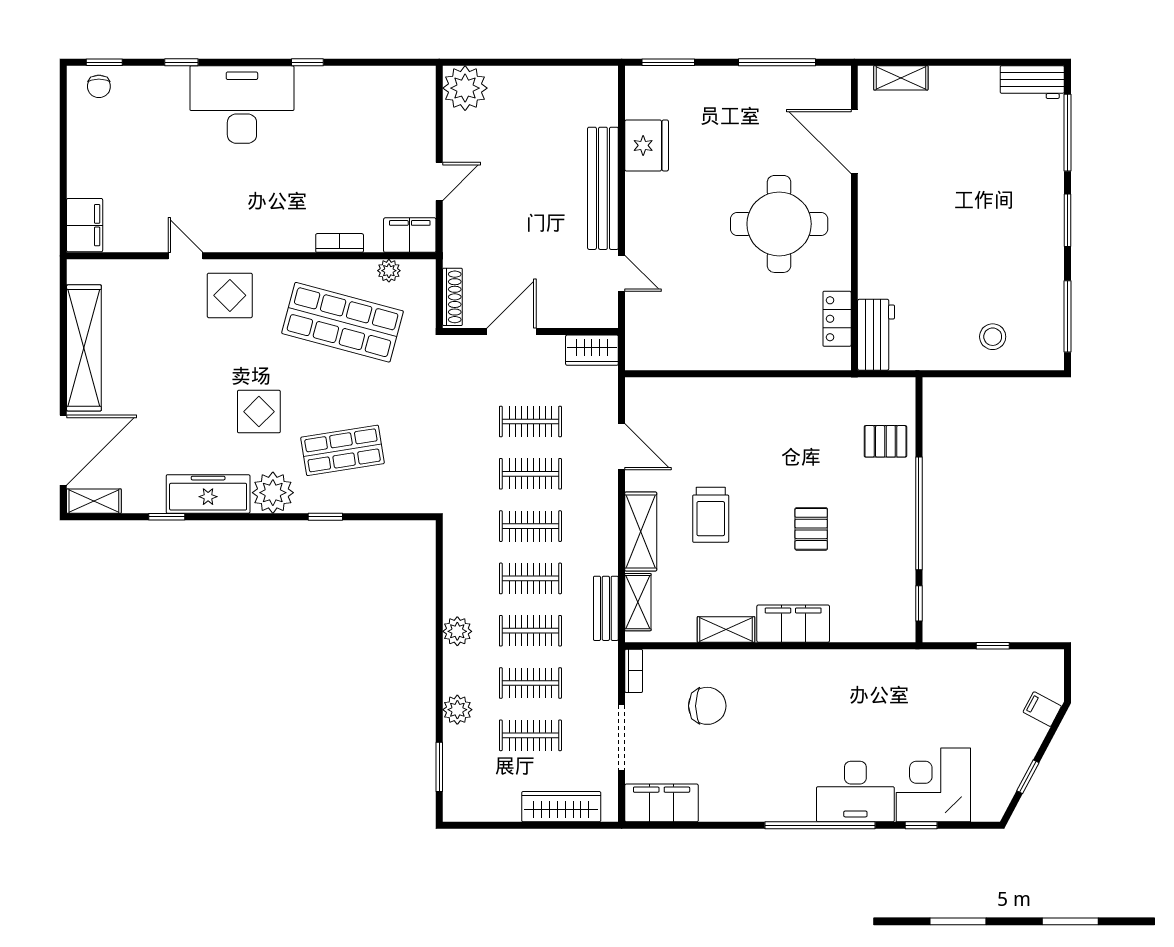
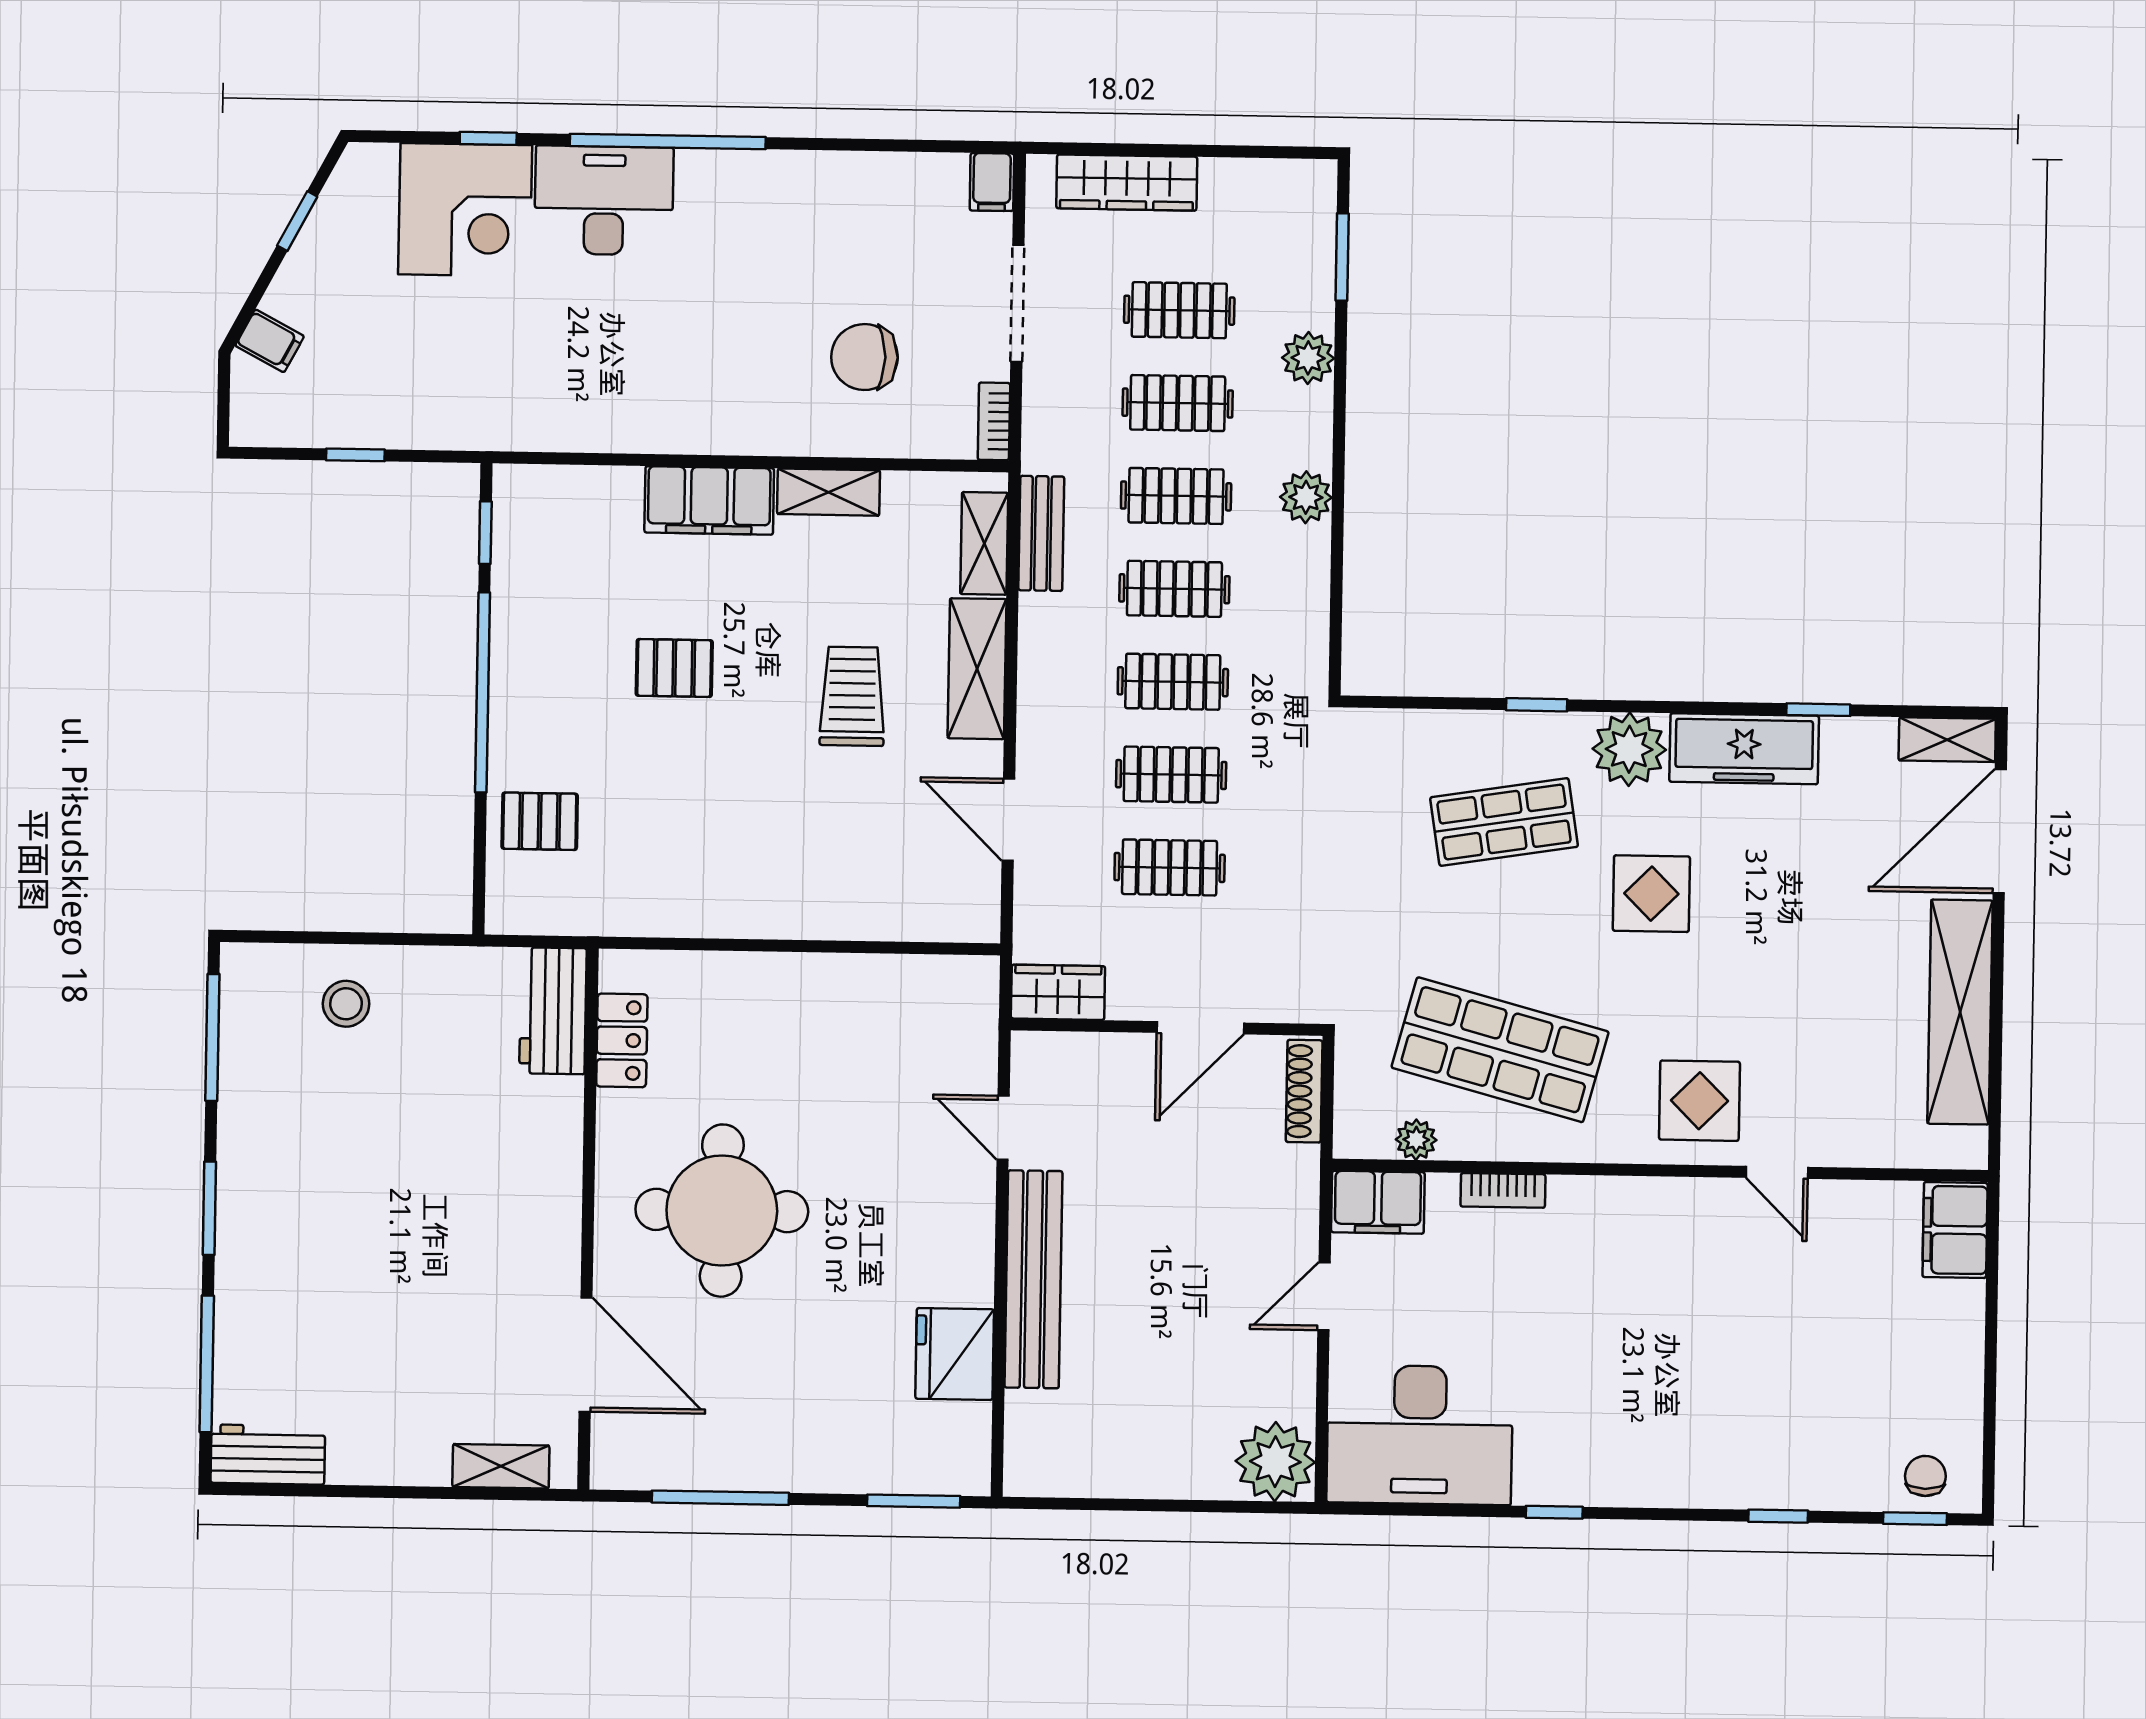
desk: (242, 105) -> (1420, 1435), moved
pallet: (811, 529) -> (674, 668), turned 90
filing cabinet: (662, 803) -> (992, 182), width x0.33, depth x0.86

